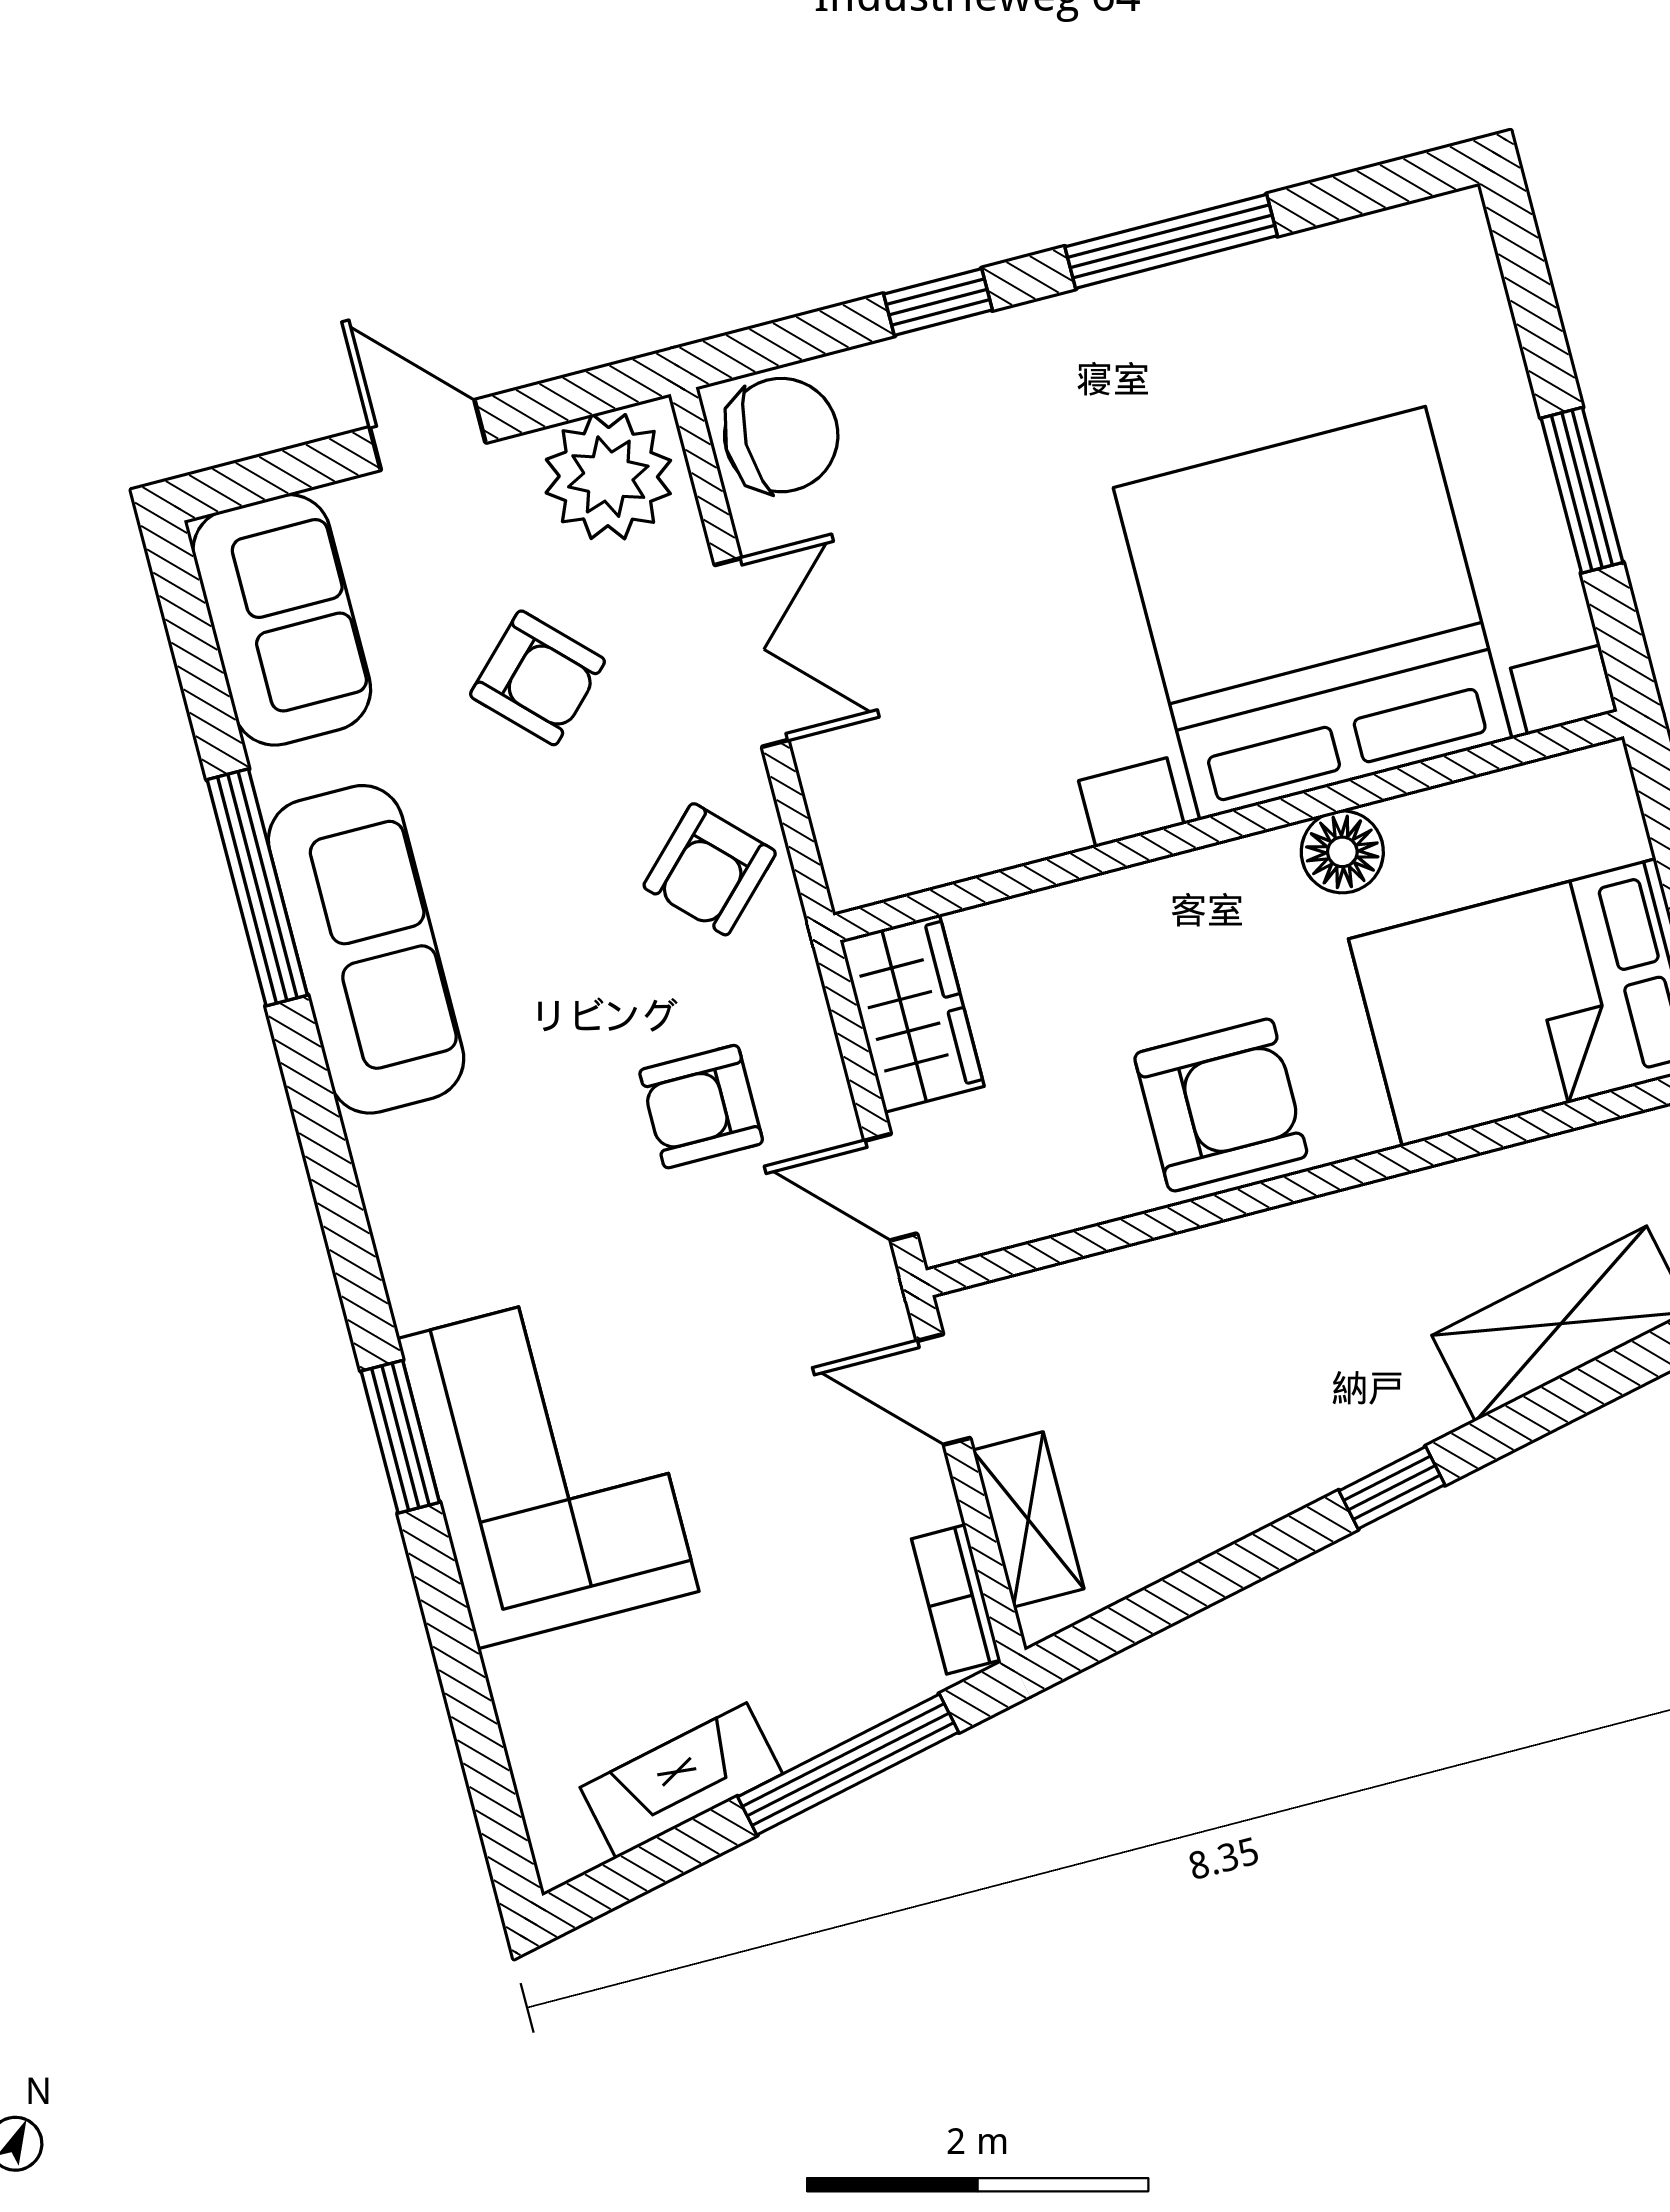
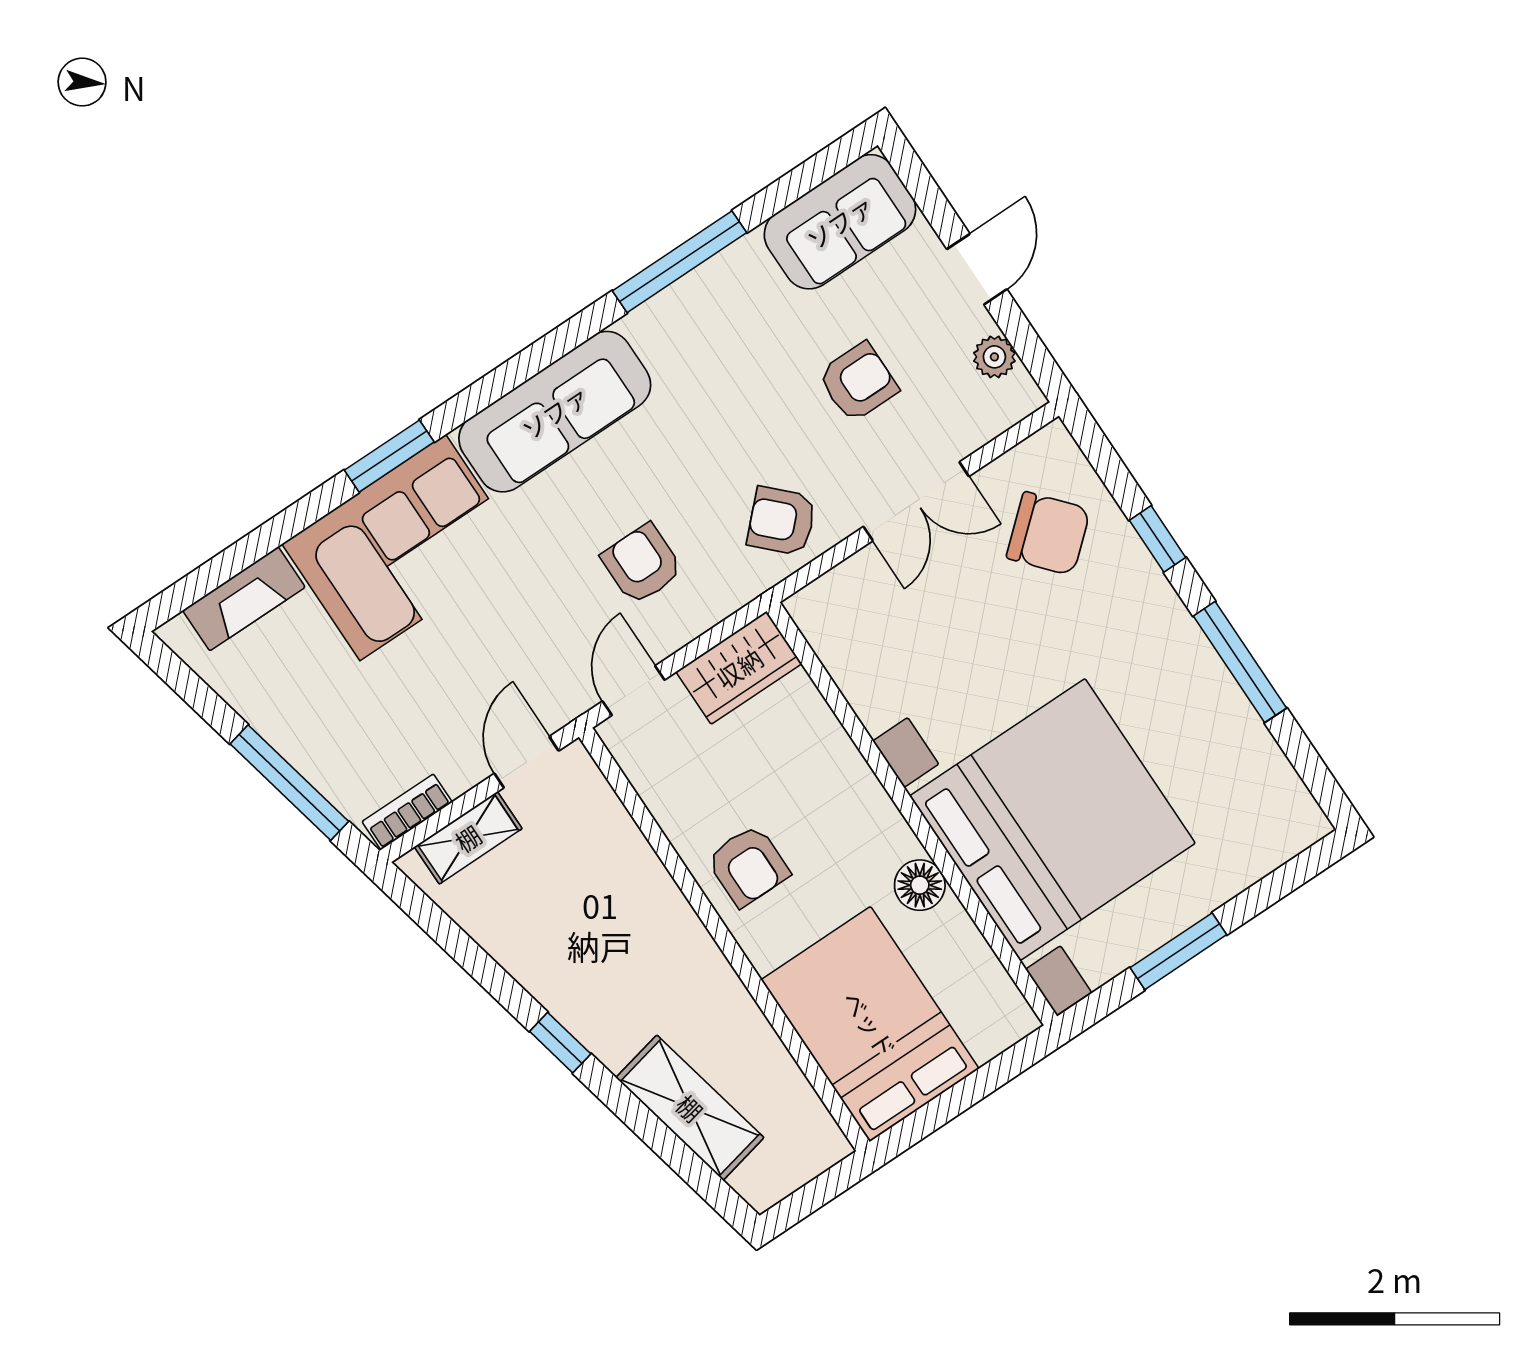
chair: (781, 435) -> (1048, 534), moved, turned -41
plant: (608, 477) -> (994, 357), width x0.53, depth x0.53
armchair: (538, 678) -> (858, 382), turned -135
sofa: (366, 949) -> (555, 412), moved
armchair: (1221, 1105) -> (748, 866), width x0.72, depth x0.72
fireplace: (681, 1781) -> (244, 599), moved, turned 102

